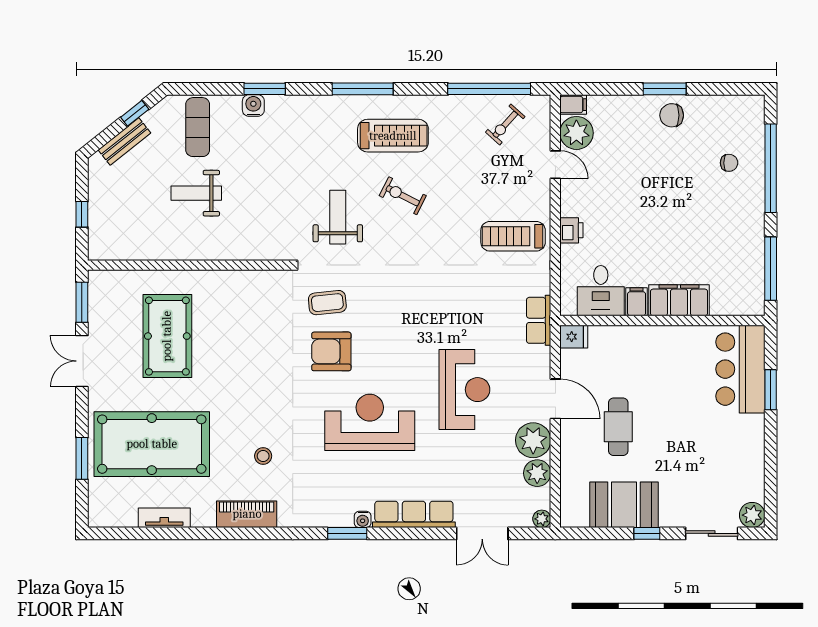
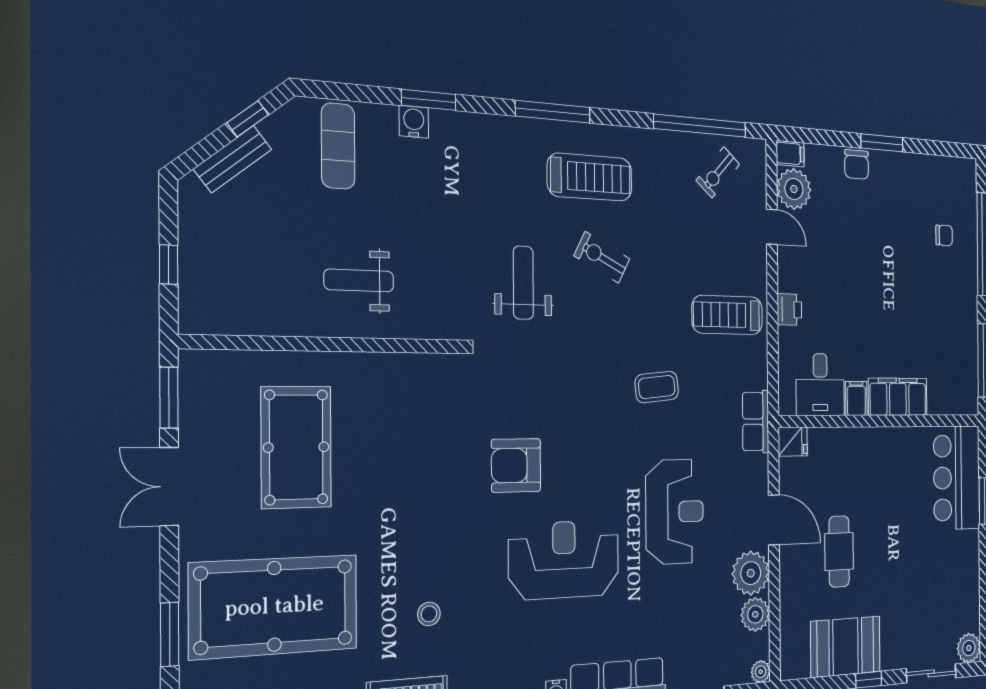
chair: (672, 115) -> (857, 164), moved, turned -90
weight bench: (196, 193) -> (359, 280), moved
coffee table: (327, 303) -> (657, 387), moved

